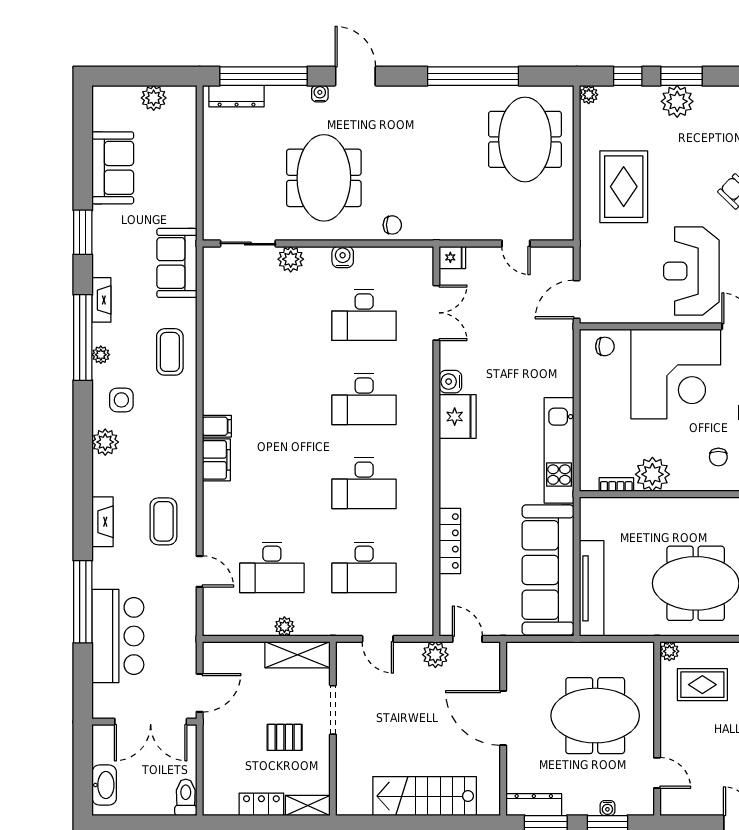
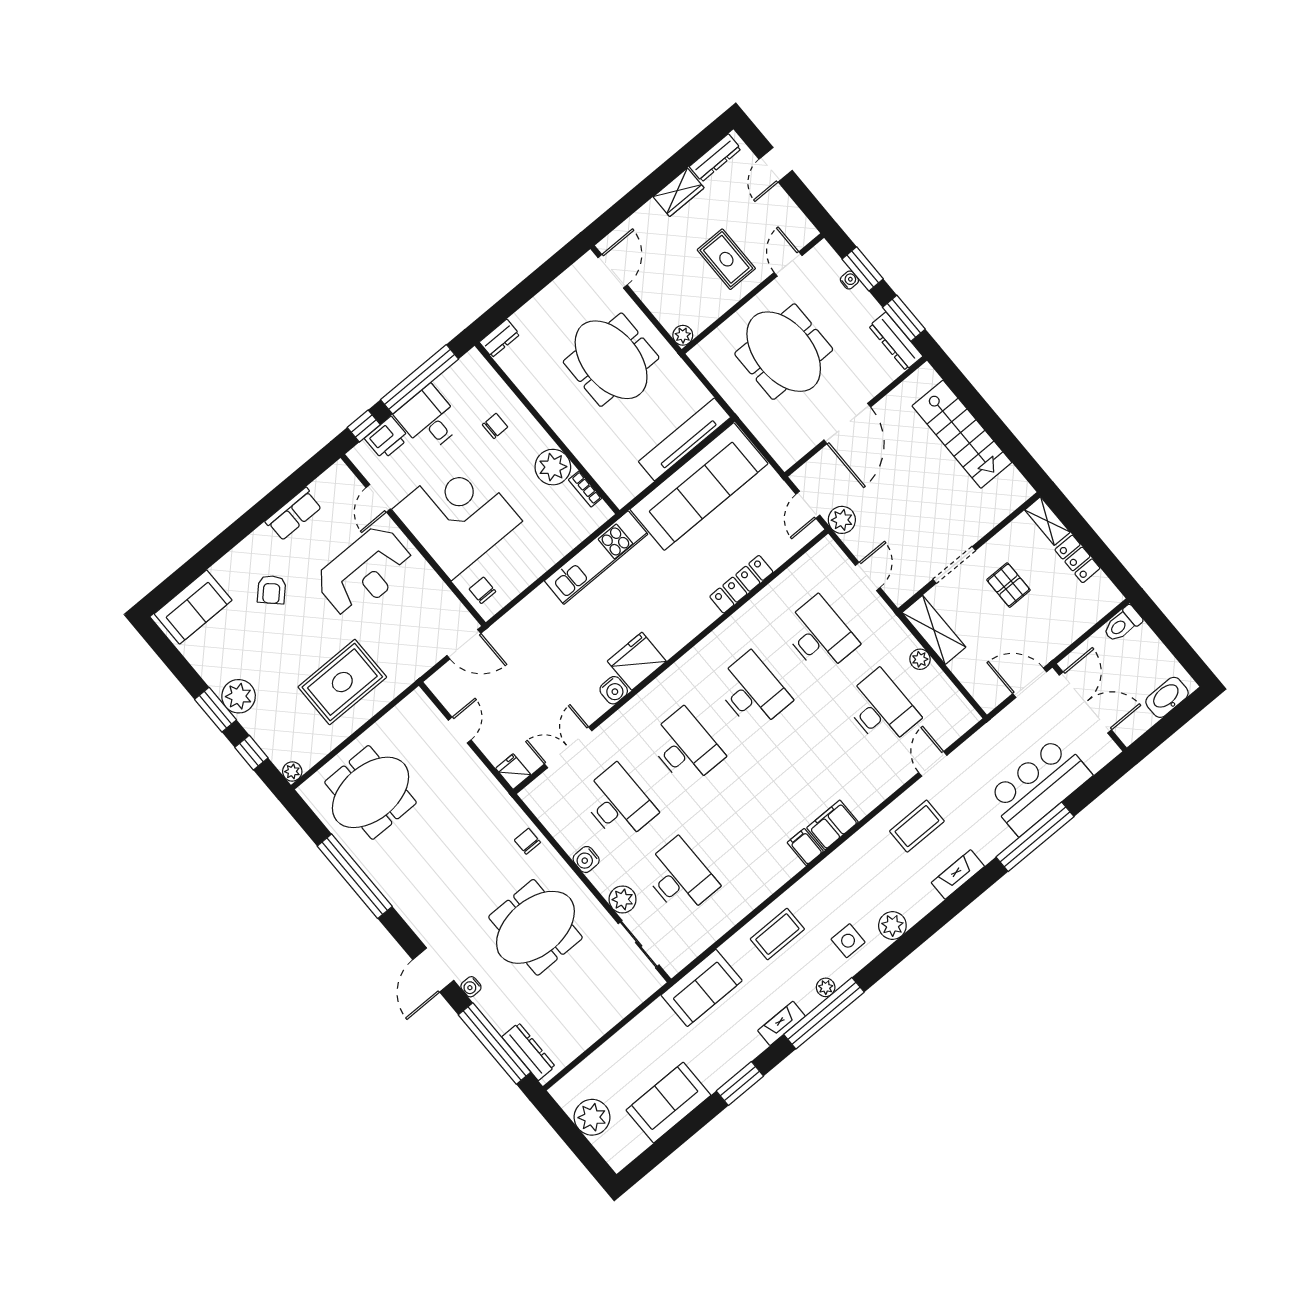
plant: (154, 98) -> (592, 1117), width x1.36, depth x1.36
desk: (272, 315) -> (680, 877), added
rug: (702, 685) -> (726, 259), moved

